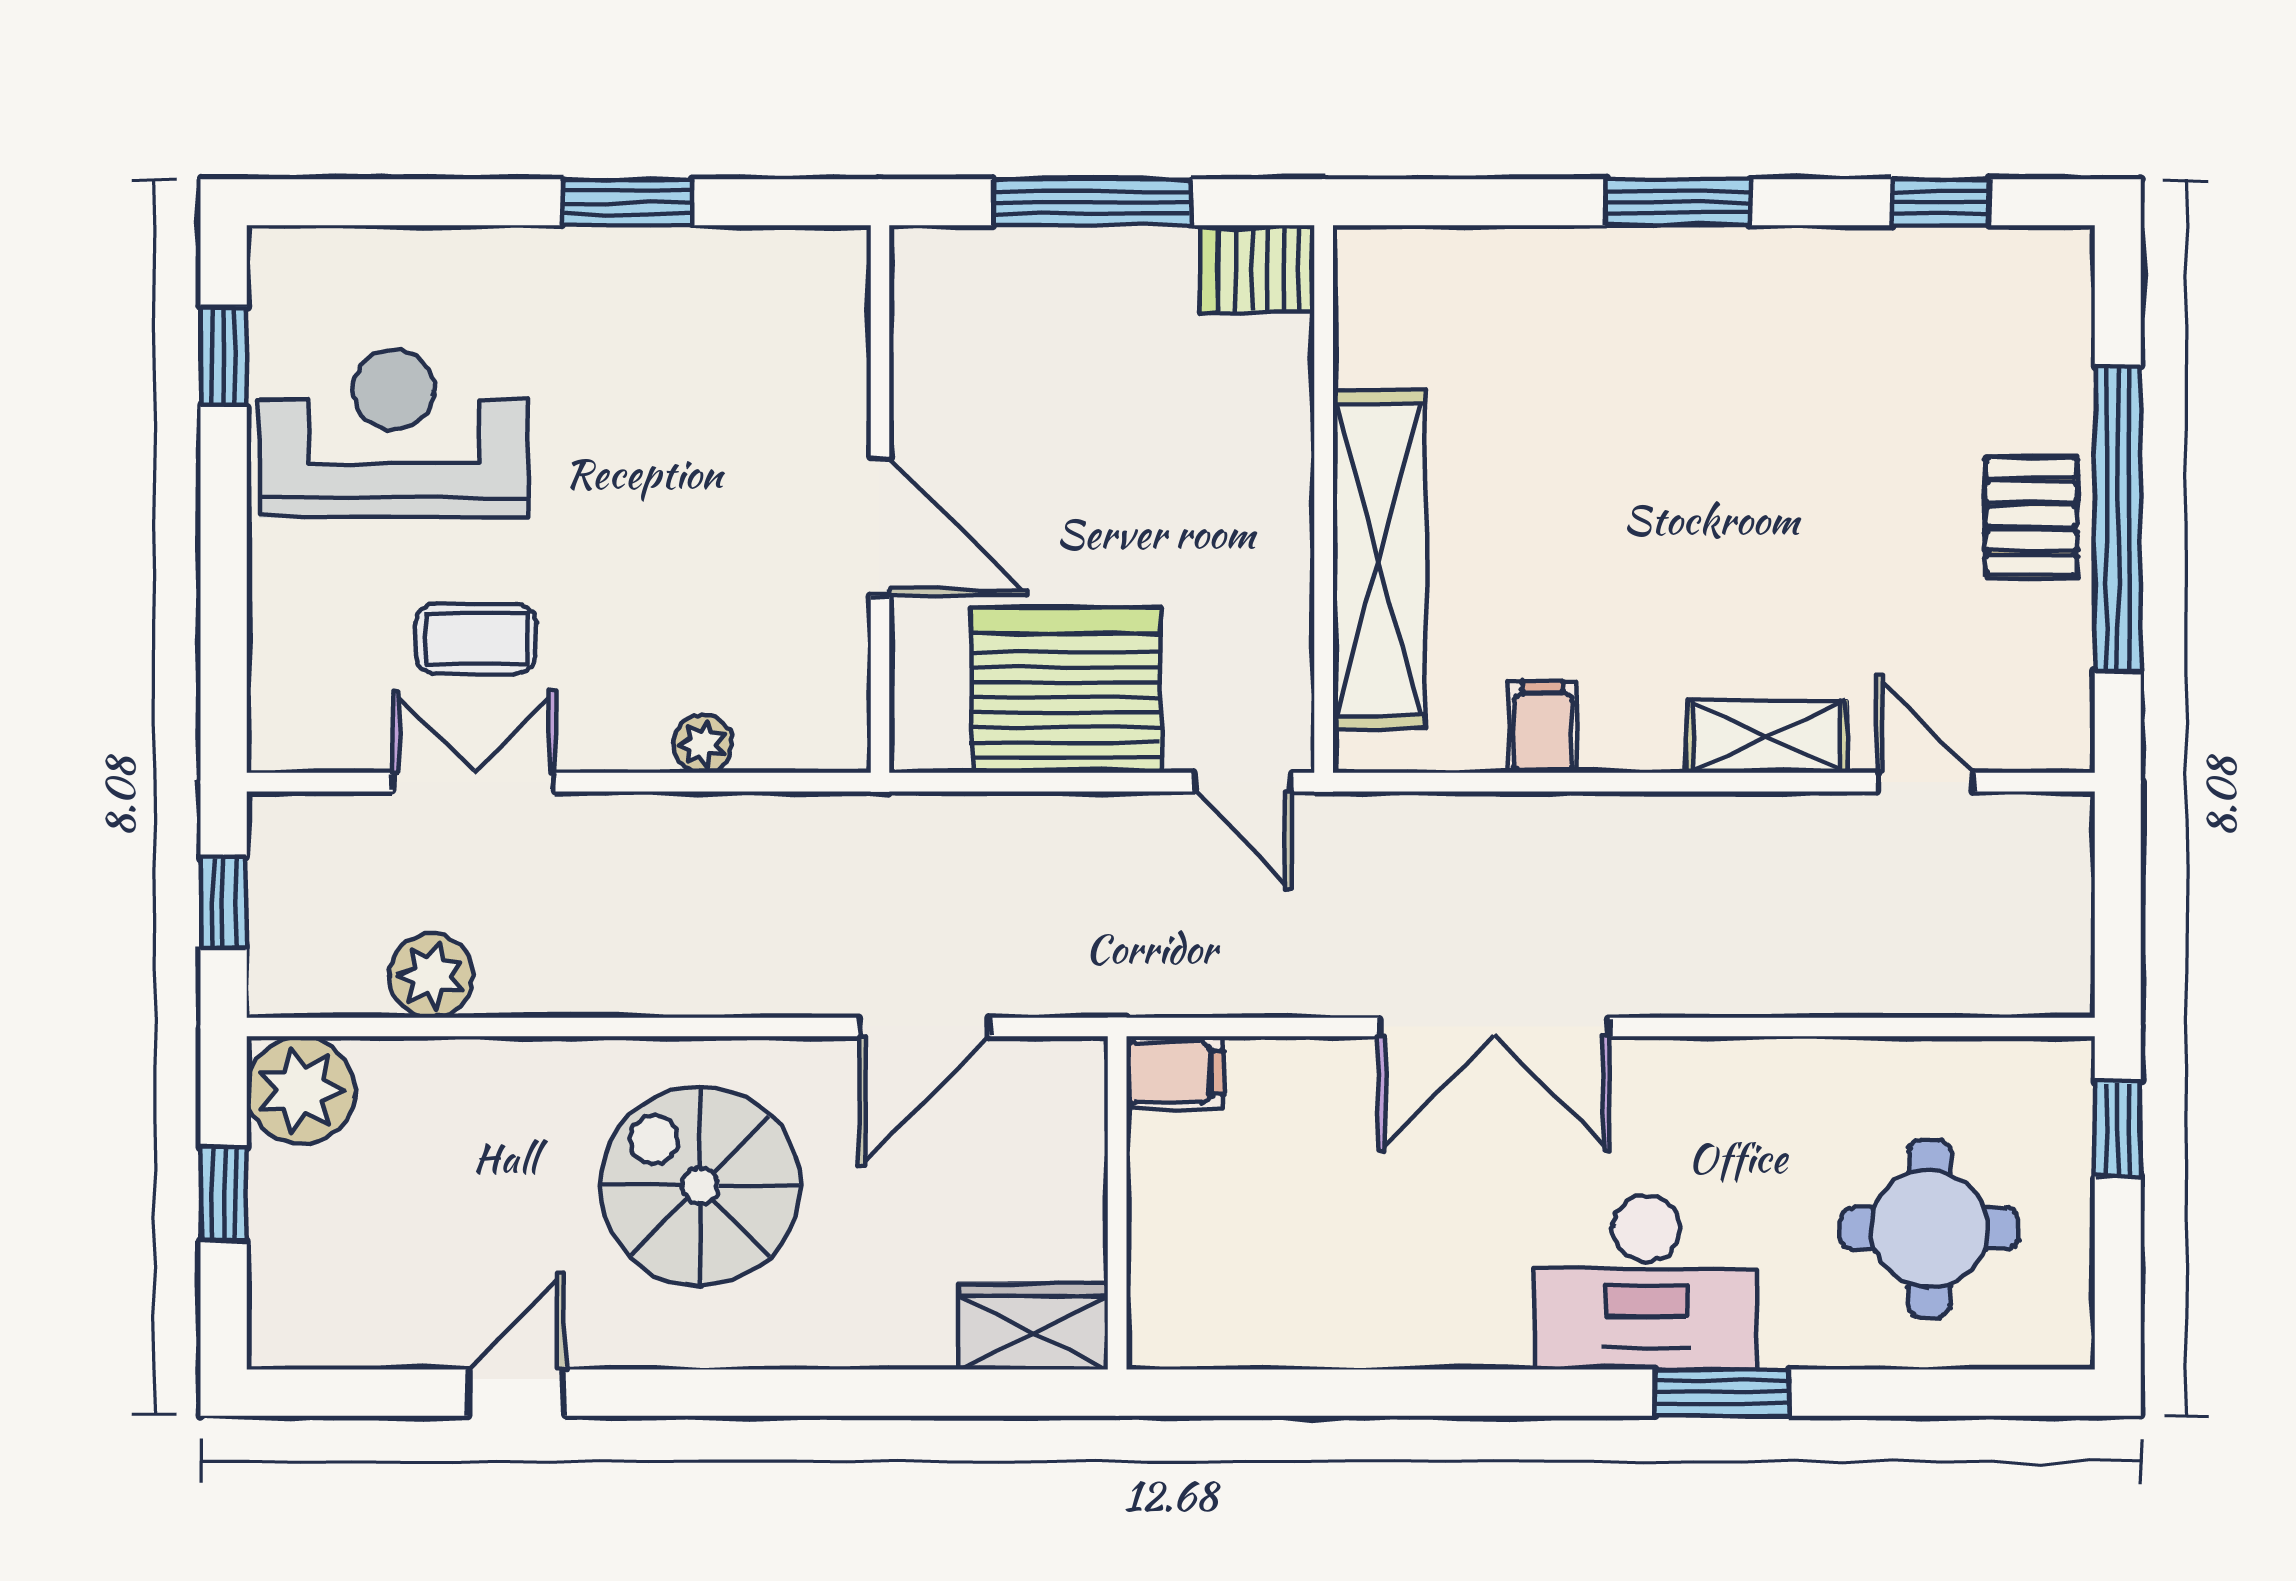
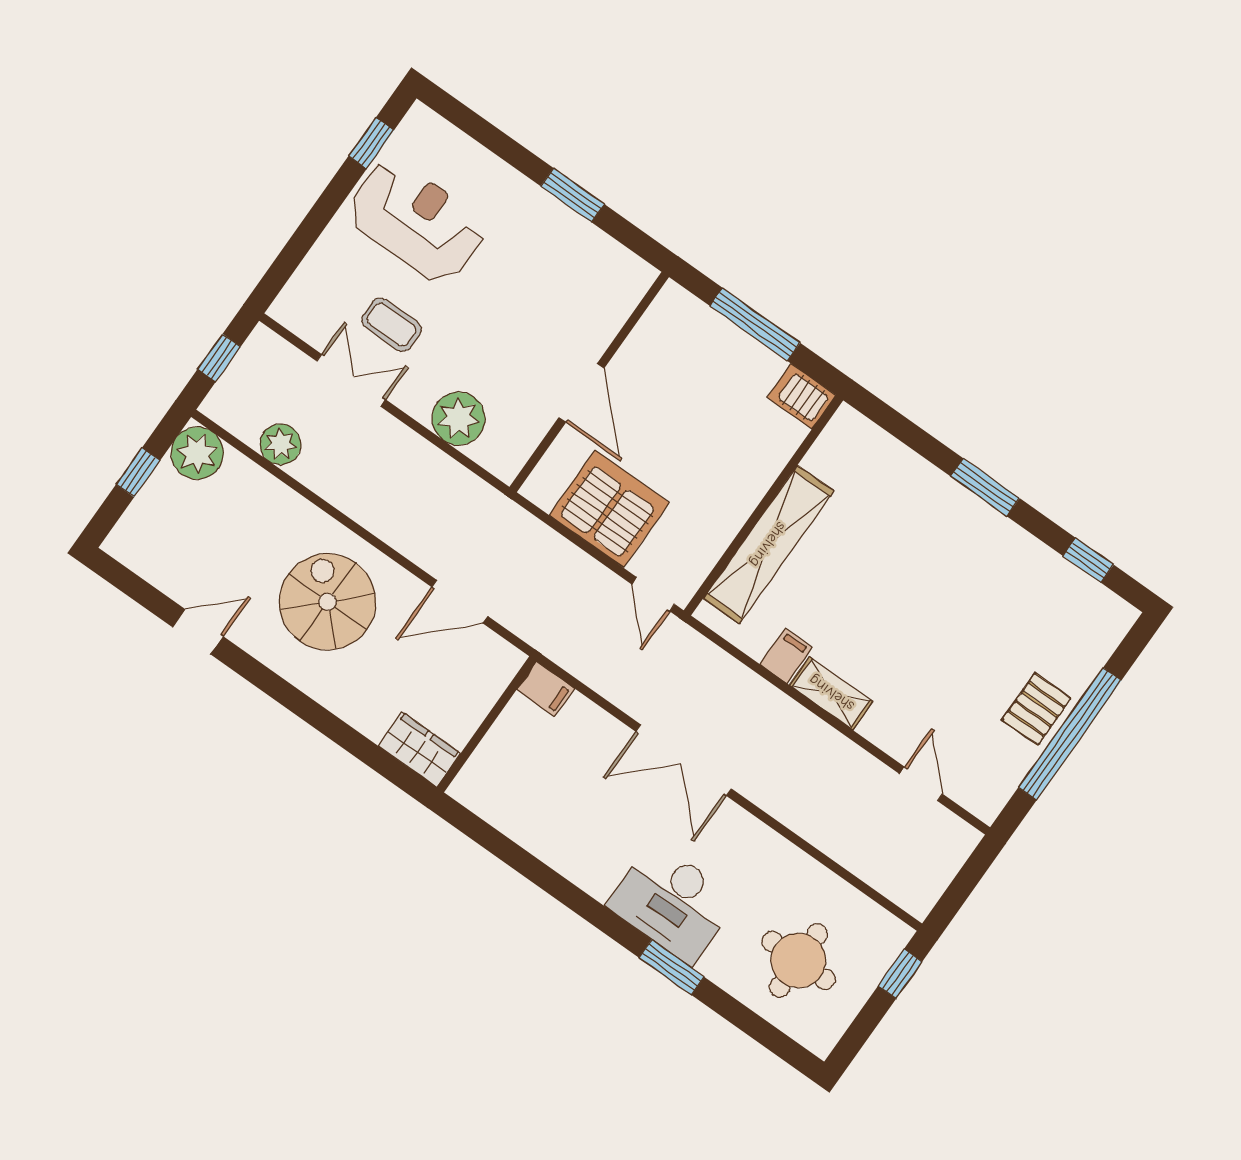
shelving: (1767, 737) -> (831, 693), moved
plant: (702, 744) -> (459, 419), width x1.88, depth x1.88

